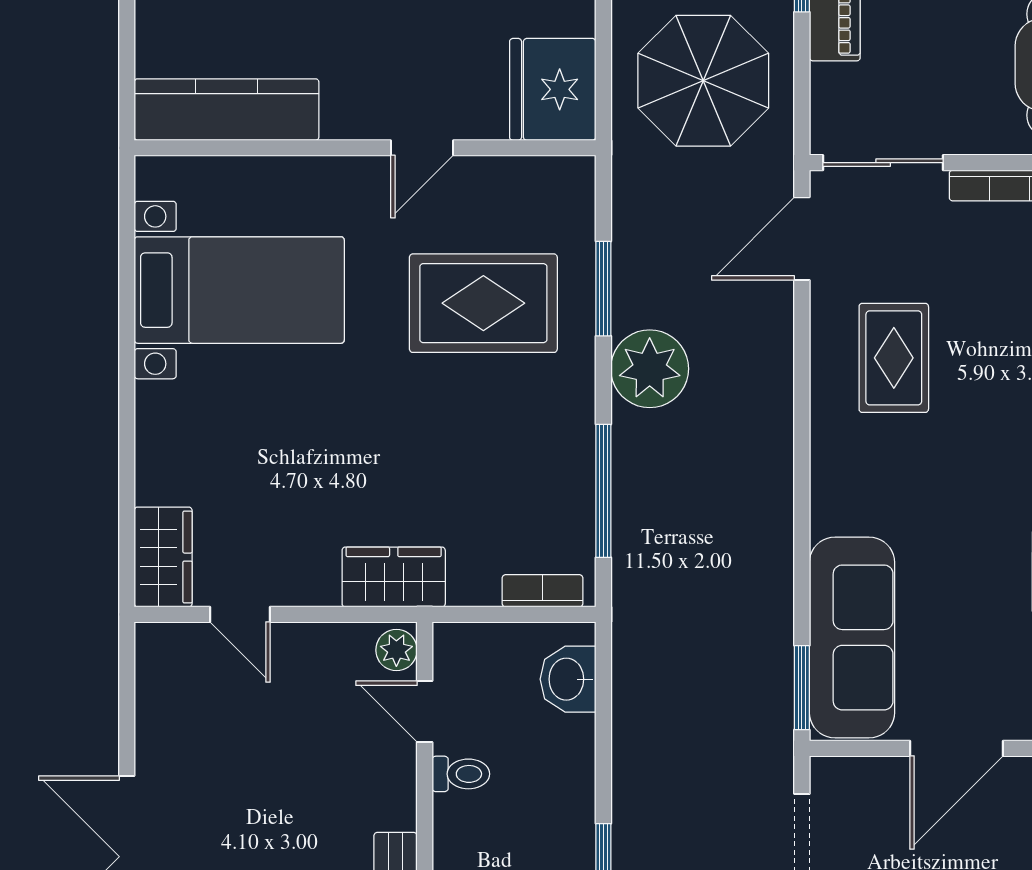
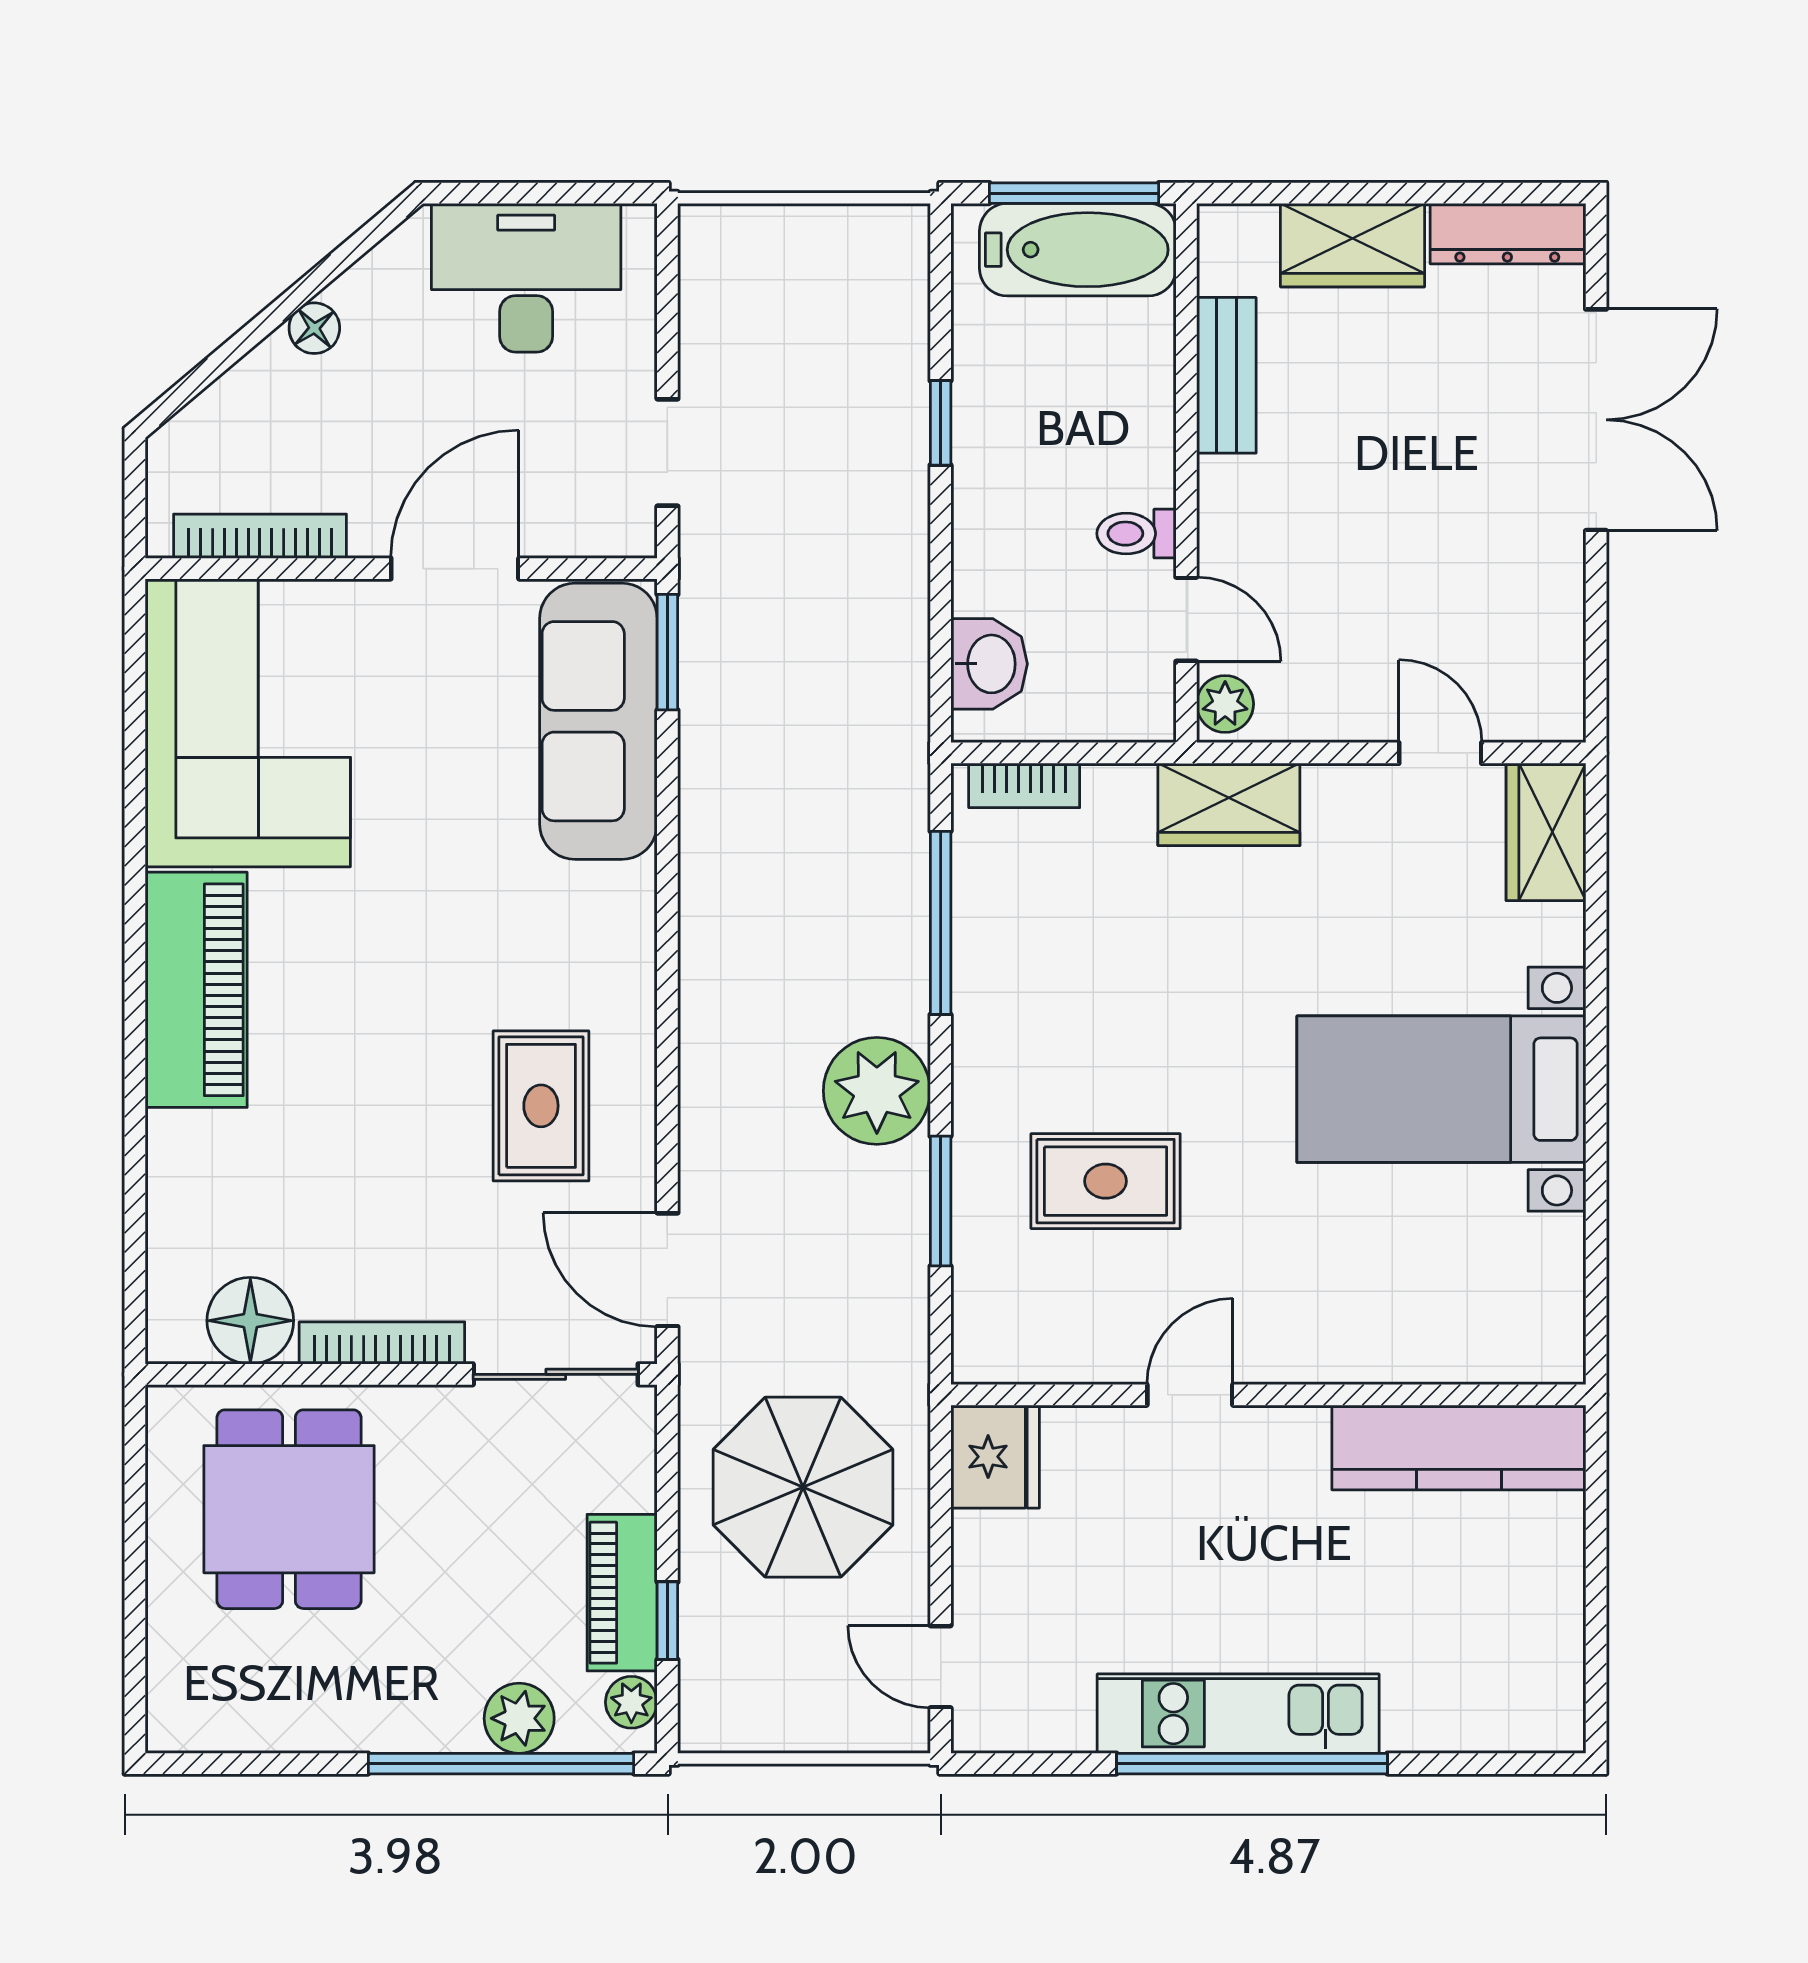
fridge: (553, 89) -> (995, 1457), width x0.73, depth x0.75
door: (802, 239) -> (667, 1270), swing flipped
bed with nightstands: (239, 290) -> (1441, 1089), moved
rug: (483, 303) -> (1106, 1181), width x0.73, depth x0.70

